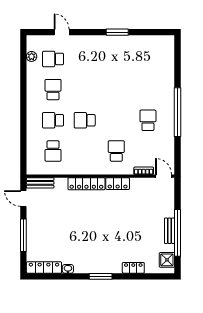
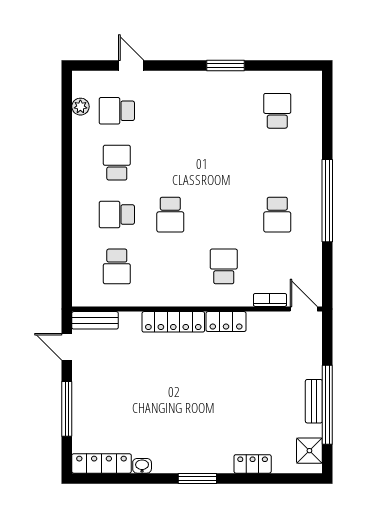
school desk: (148, 59) -> (277, 111), added
school desk: (85, 120) -> (170, 215), turned -90
school desk: (148, 120) -> (277, 215), turned 180

